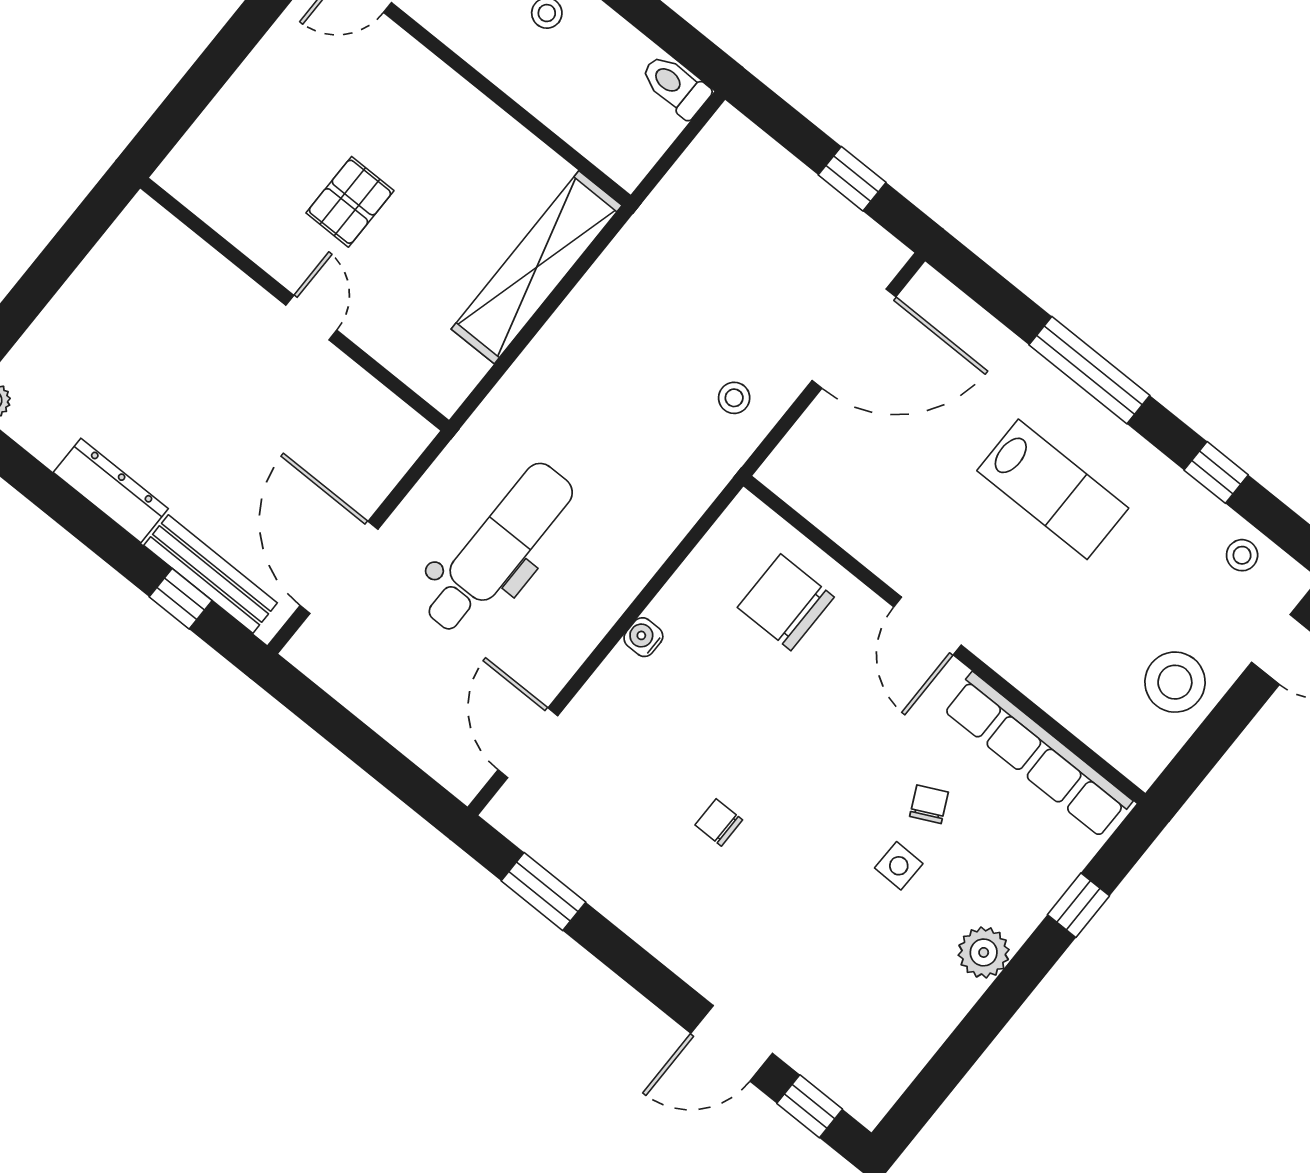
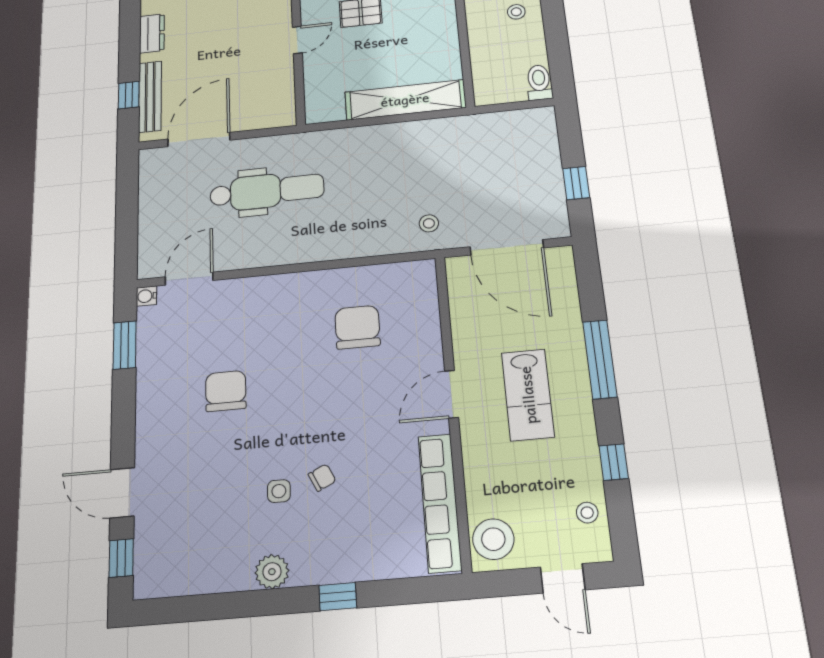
dresser: (111, 491) -> (152, 33), width x0.70
door: (927, 626) -> (452, 394), moved
water cooler: (643, 637) -> (146, 296), moved, turned -90
wall: (944, 640) -> (453, 408), moved
row of seats: (1037, 755) -> (440, 502), moved
chair: (719, 822) -> (226, 391), width x1.87, depth x1.87

